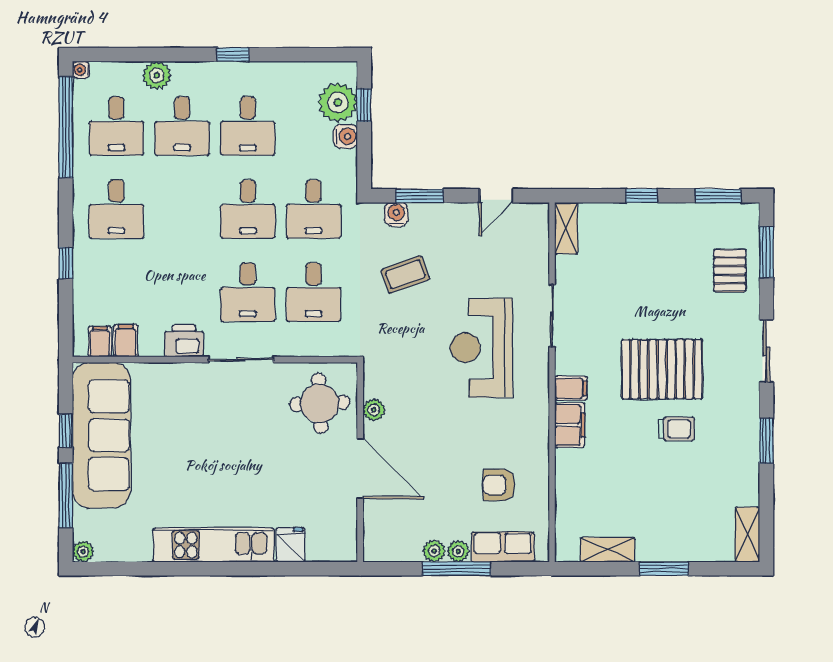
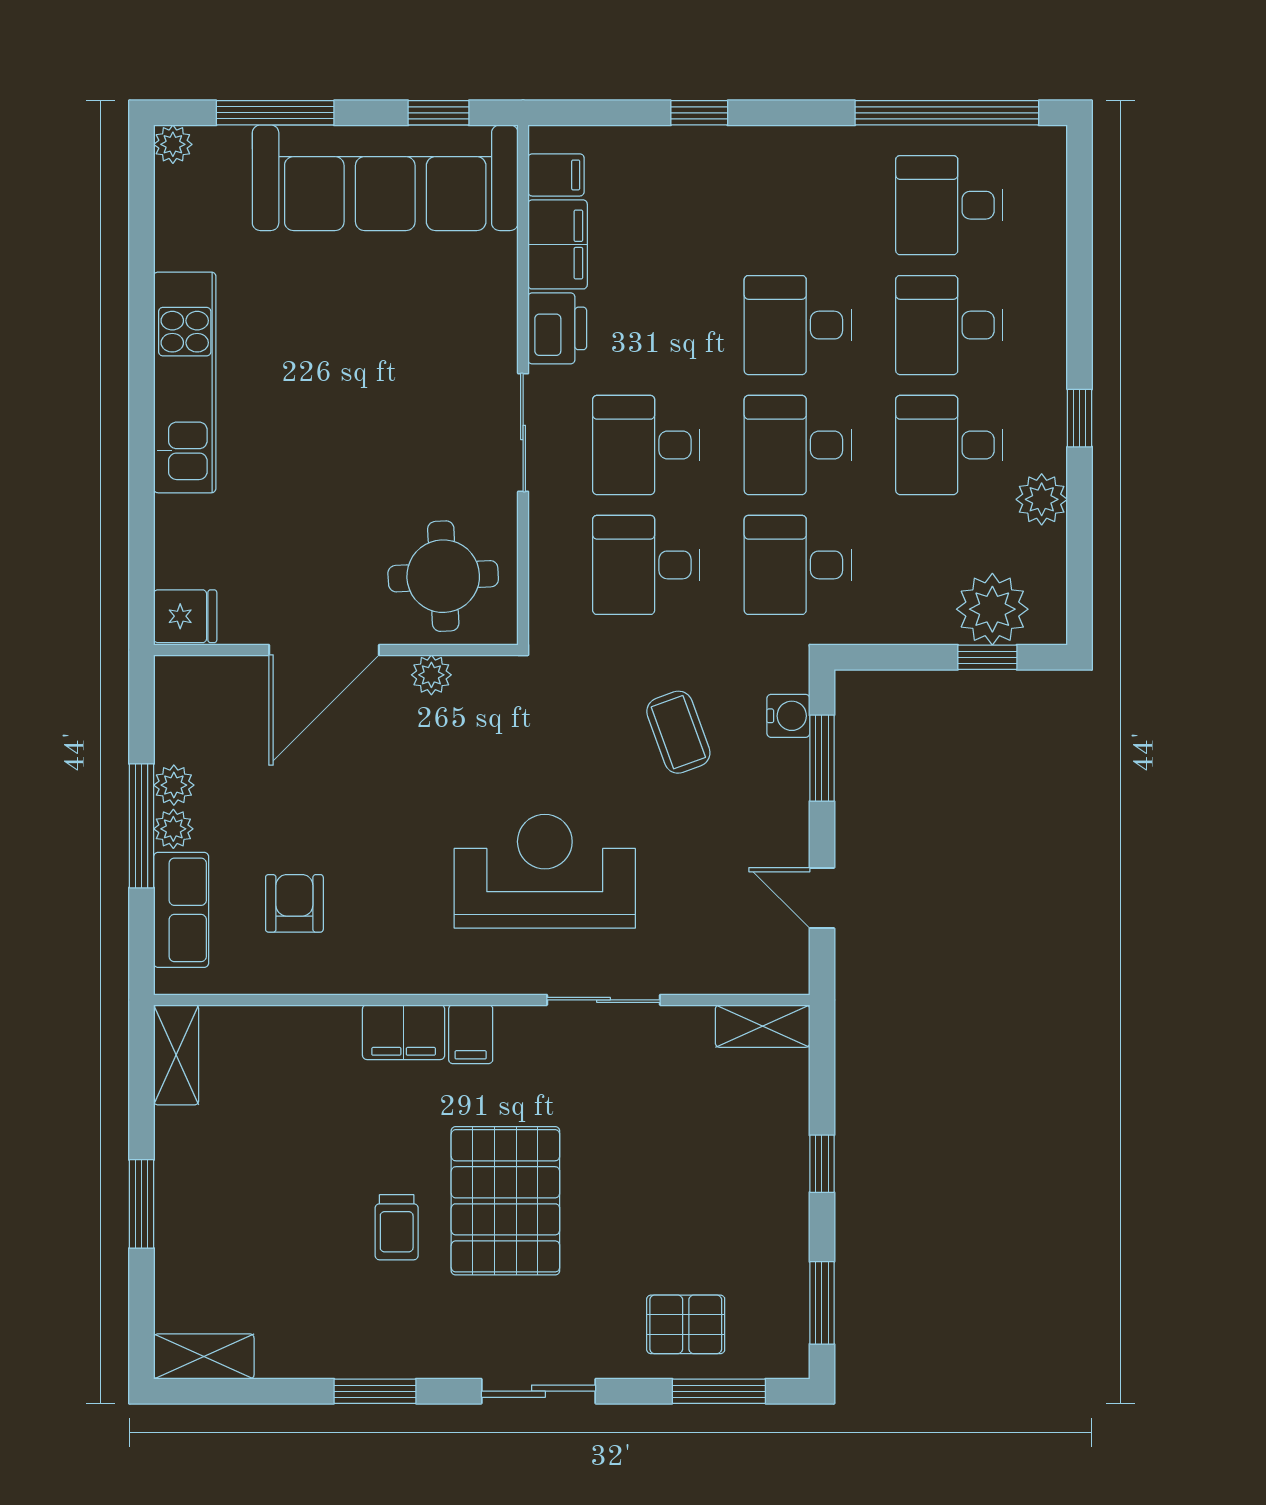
water cooler: (81, 70) -> (1052, 141), removed
plant: (157, 75) -> (1042, 499), moved
water cooler: (345, 136) -> (931, 623), removed
desk: (116, 209) -> (798, 325), moved
filing cabinet: (126, 341) -> (558, 244), width x2.00
window: (66, 431) -> (438, 113), moved
fridge: (291, 545) -> (185, 616), moved
shelving: (608, 550) -> (176, 1055), moved

